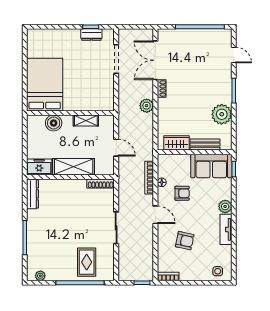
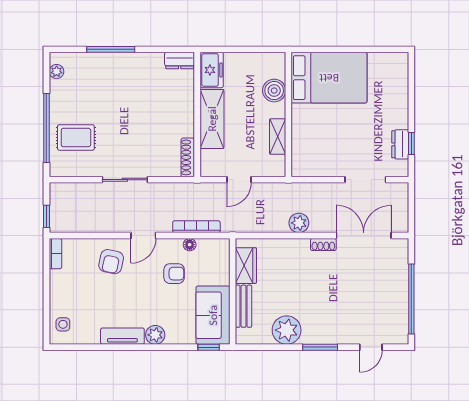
armchair: (182, 193) -> (174, 274), turned -90
dresser: (33, 194) -> (180, 61), width x0.70
armchair: (185, 241) -> (111, 262), moved

